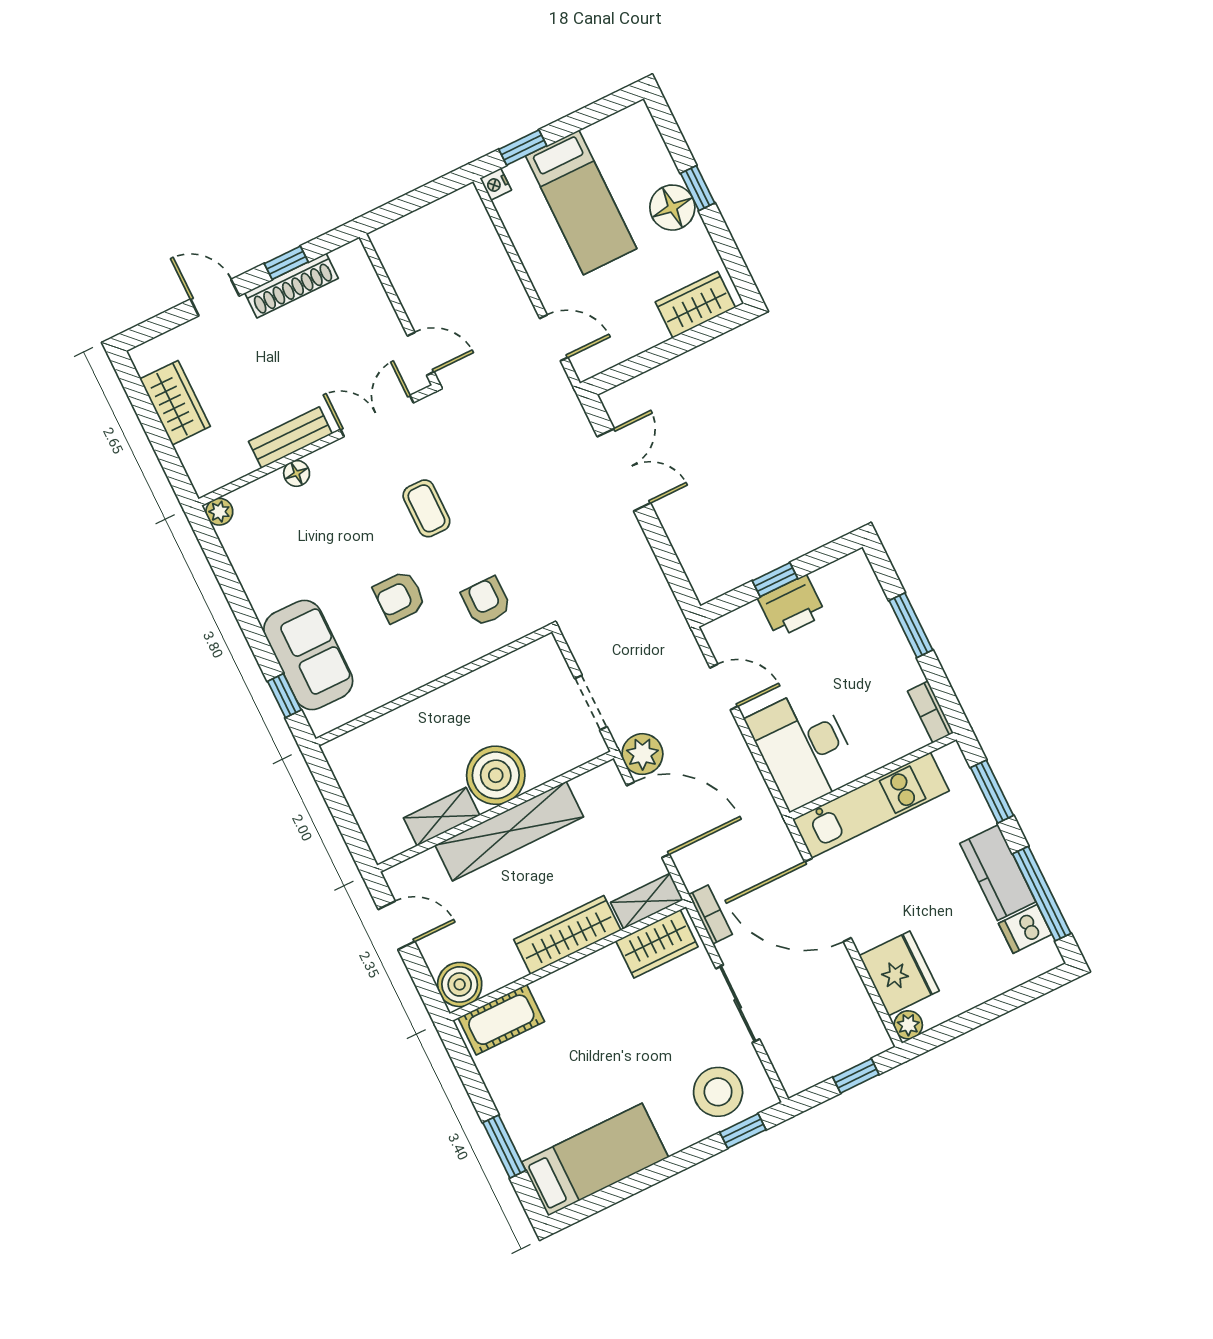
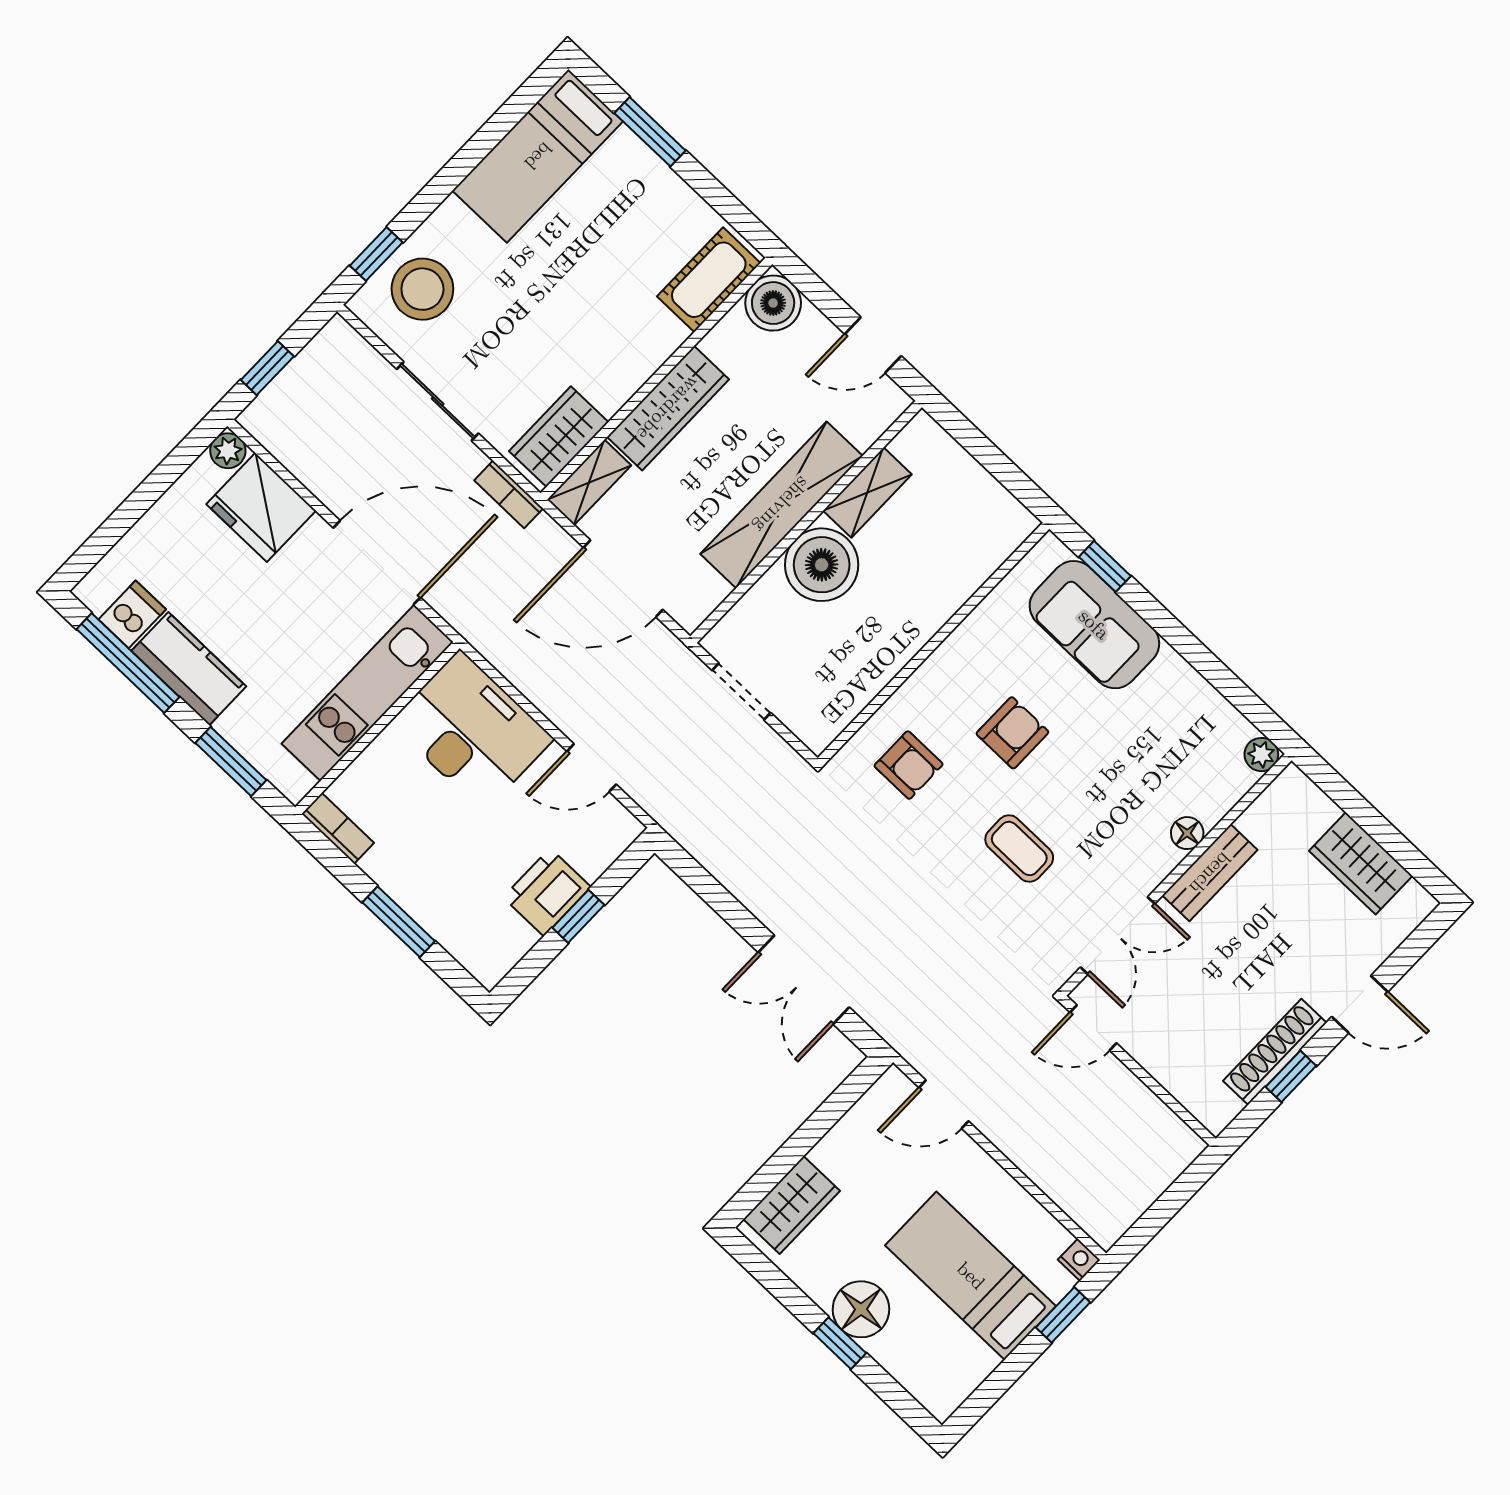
plant: (642, 754) -> (658, 654), removed

